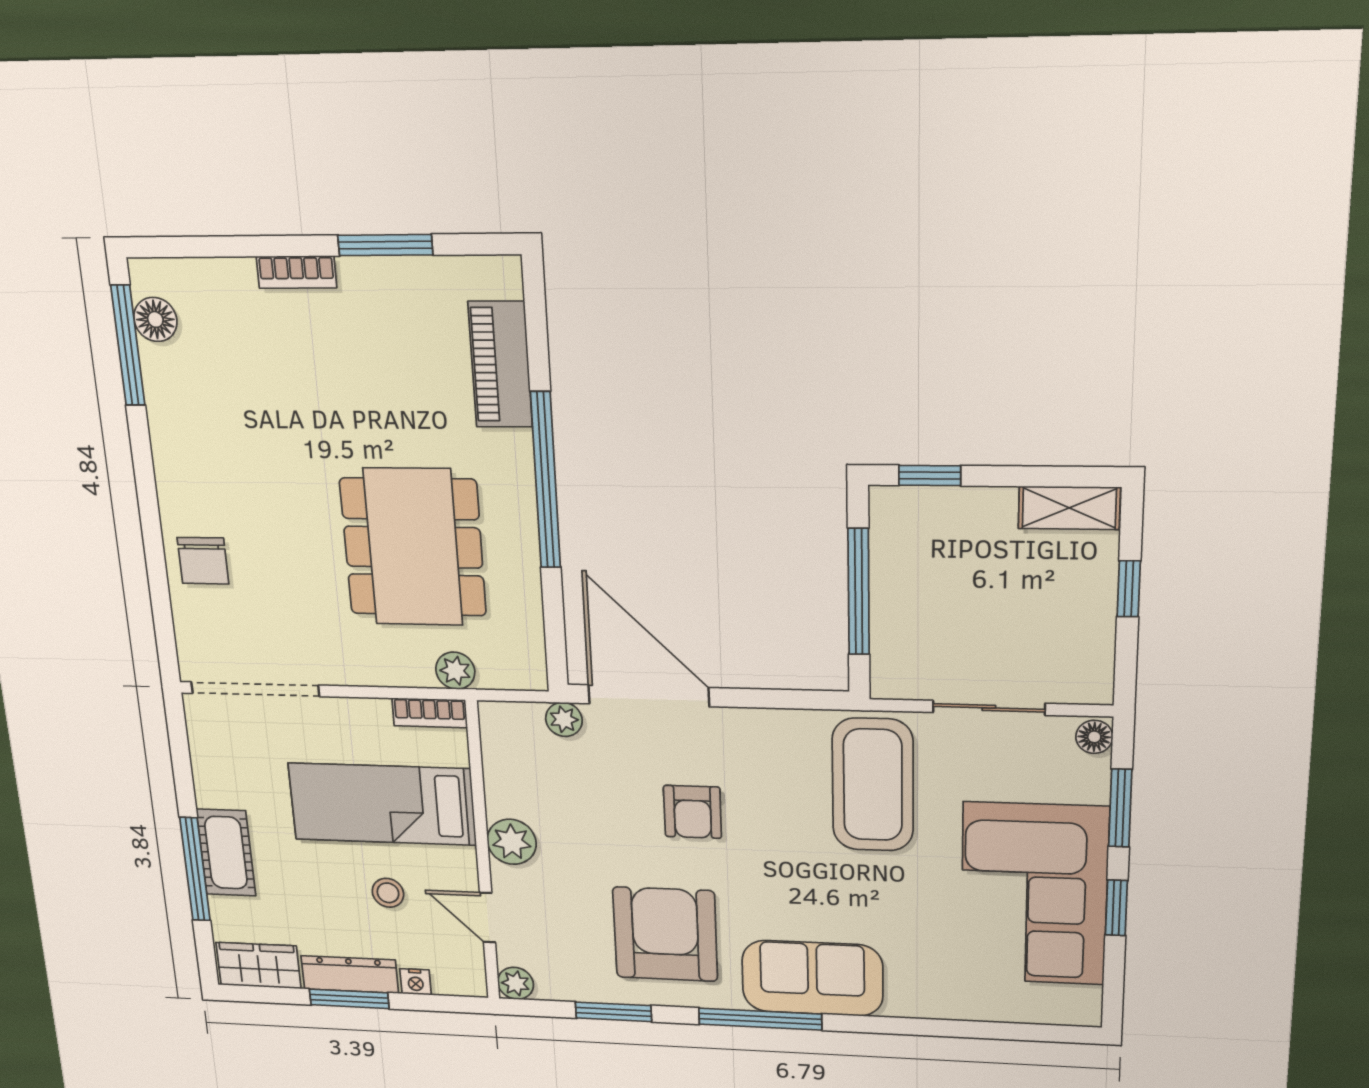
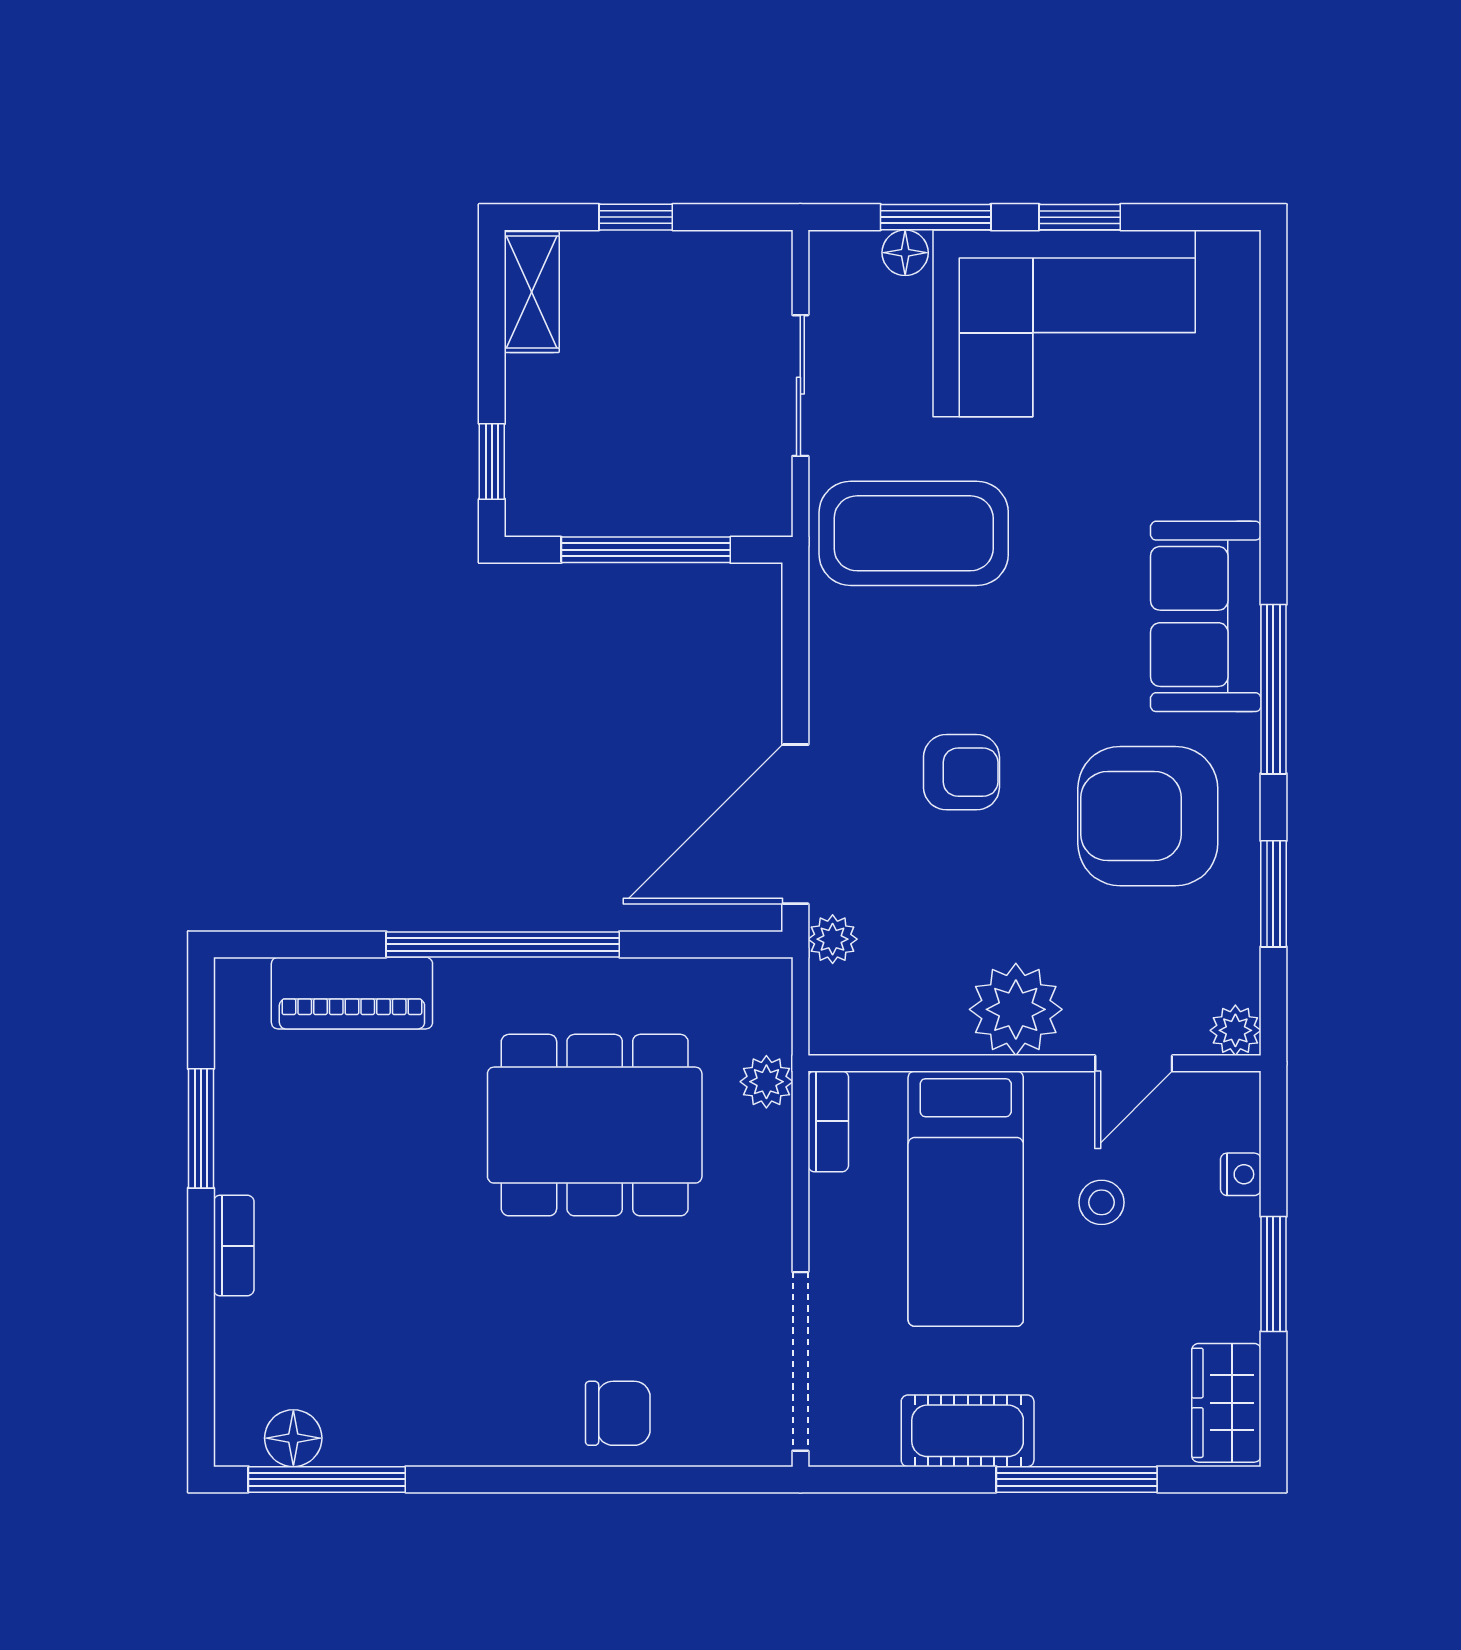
floor lamp: (1094, 737) -> (905, 253), moved
plant: (512, 842) -> (1016, 1009), width x1.36, depth x1.36
cot: (226, 853) -> (968, 1431), moved
dresser: (350, 974) -> (1234, 1269), removed

